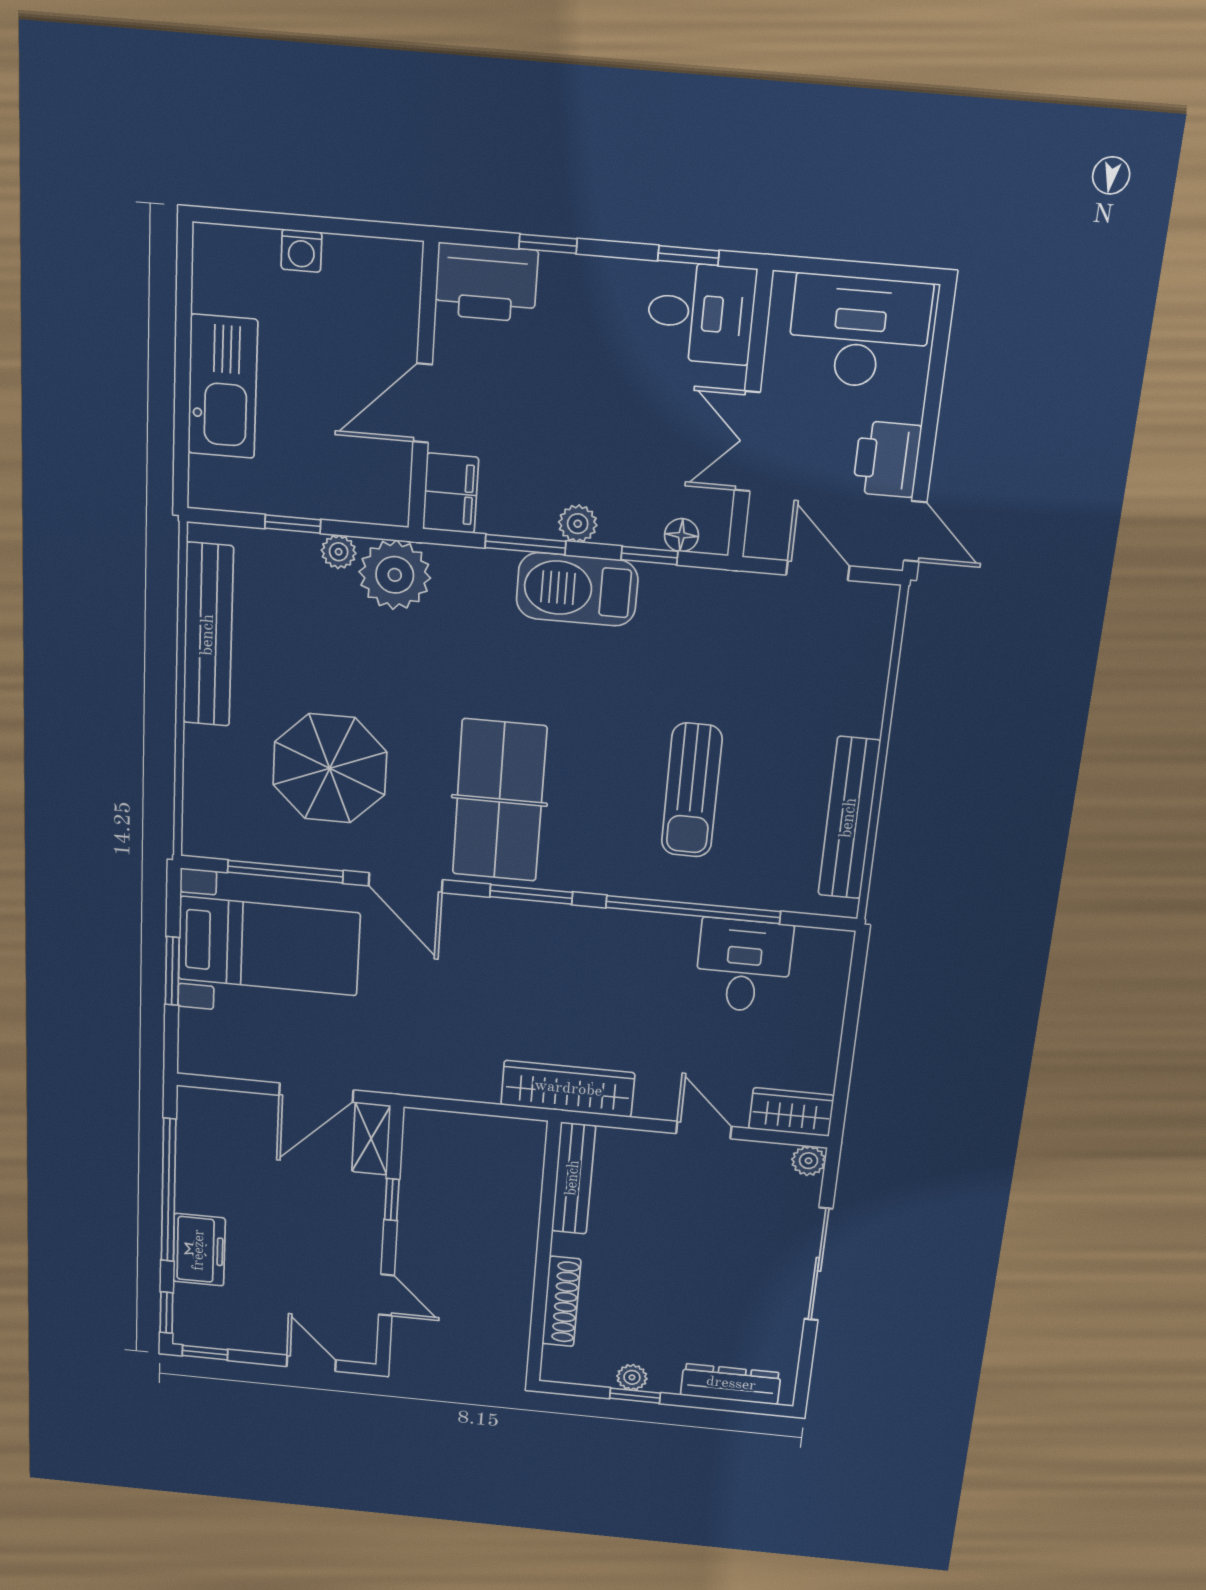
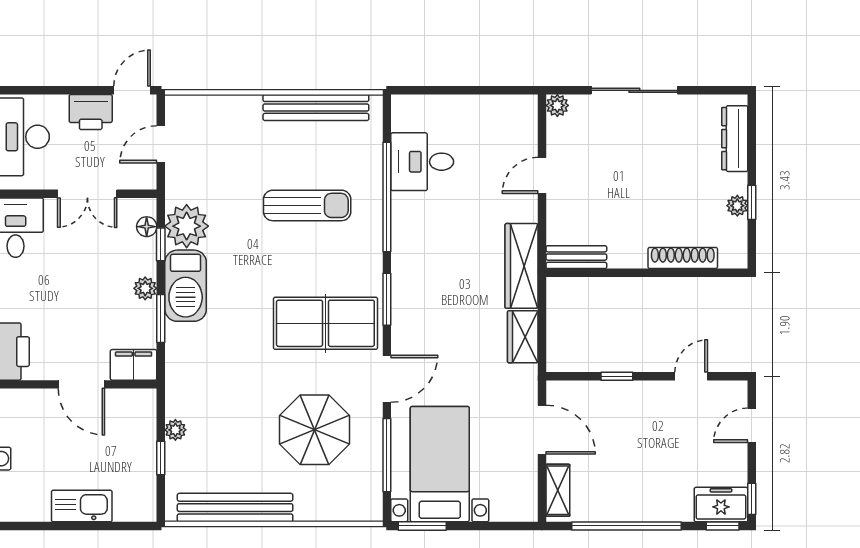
kitchen sink: (223, 387) -> (82, 506), width x0.73, depth x0.81
plant: (395, 575) -> (187, 226), moved
window: (172, 971) -> (422, 526), moved
wardrobe: (791, 1112) -> (523, 337), moved
shelving: (371, 1139) -> (558, 490), moved, turned 90
bench: (573, 1178) -> (576, 257), width x0.73
freezer: (199, 1250) -> (721, 505), moved

